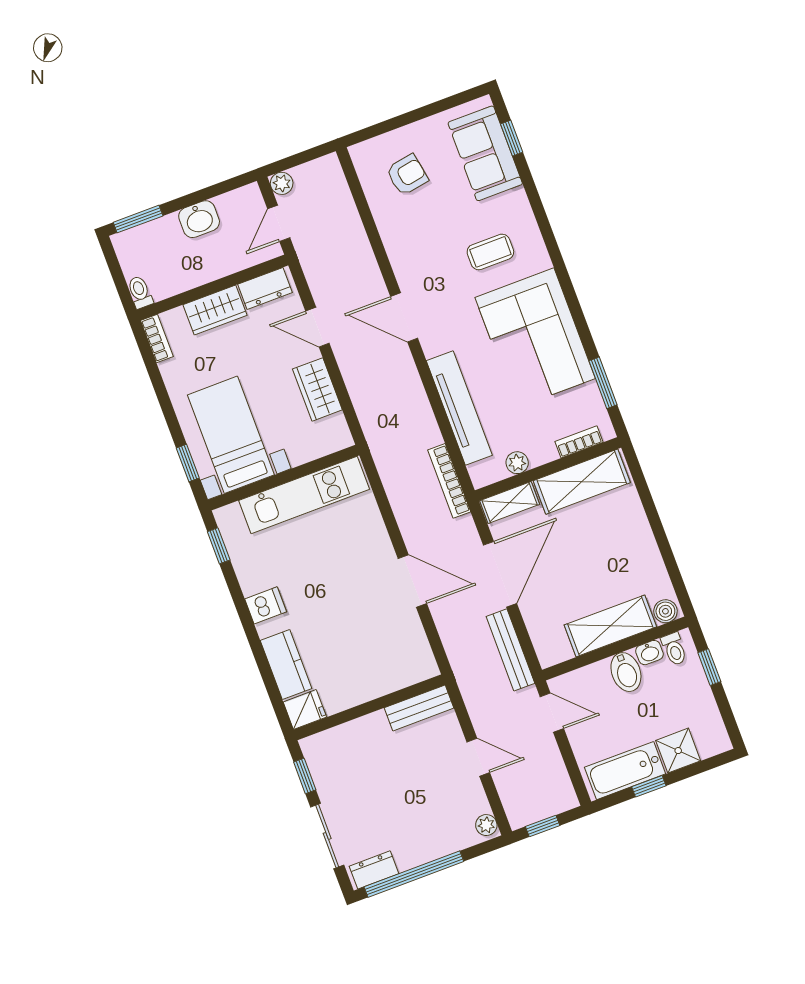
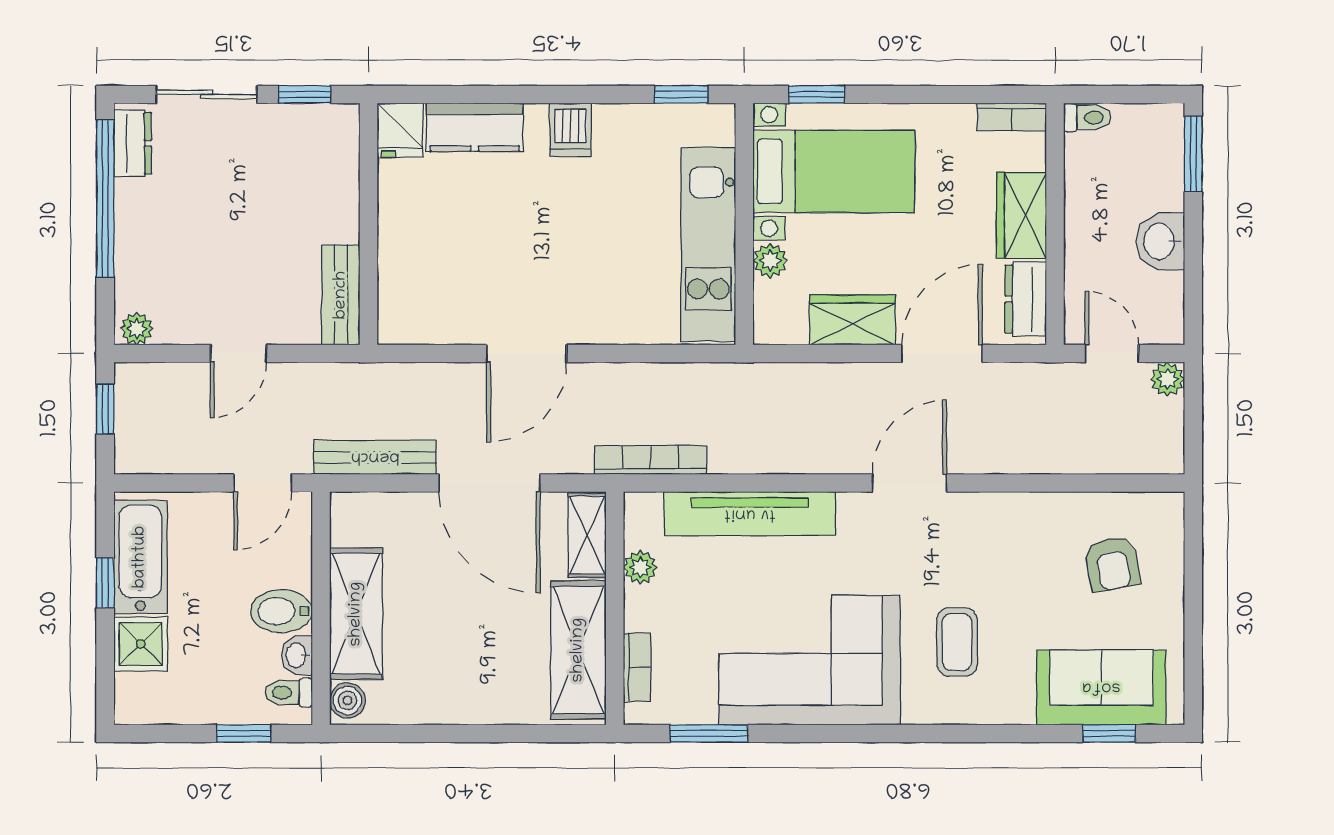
door: (317, 327) -> (942, 353), width x1.38
plant: (300, 453) -> (770, 261), added

